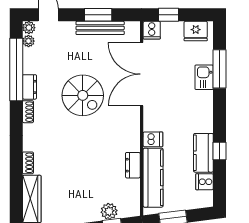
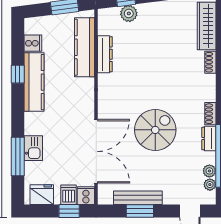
plant: (29, 28) -> (209, 171), moved
spiral stairs: (83, 95) -> (155, 130), turned 90
dishwasher: (153, 139) -> (69, 195), moved, turned 90
kitchen counter: (203, 153) -> (34, 82), width x1.50
dresser: (133, 165) -> (105, 54), width x1.44

